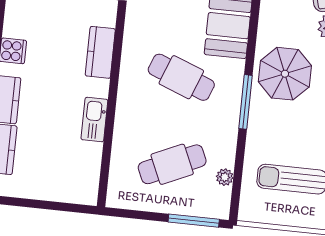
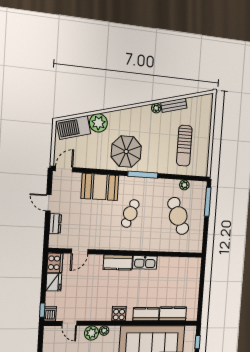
cafe table: (181, 77) -> (130, 214), width x0.73, depth x0.74
kitchen sink: (94, 120) -> (145, 262), moved

